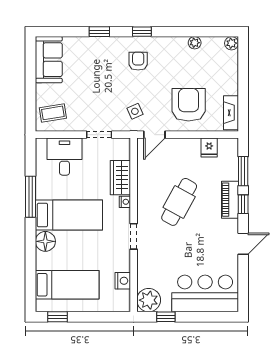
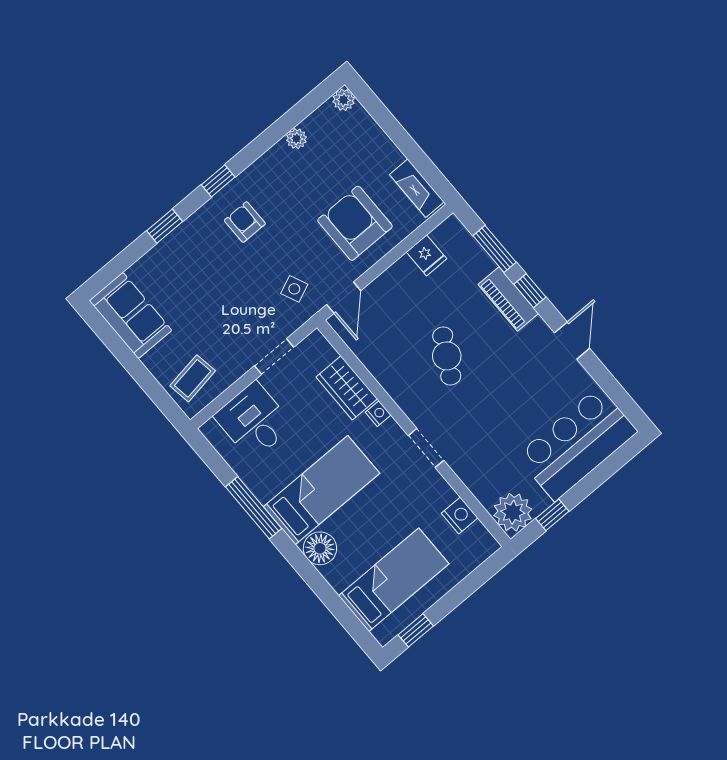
cafe table: (179, 202) -> (447, 356), width x0.73, depth x0.74

